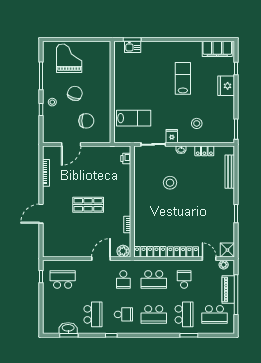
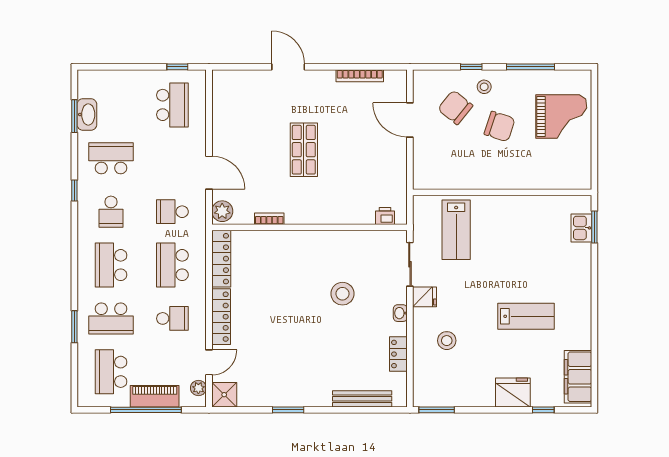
chair: (86, 121) -> (455, 107), moved, turned 129
school desk: (93, 314) -> (111, 158), turned 180

